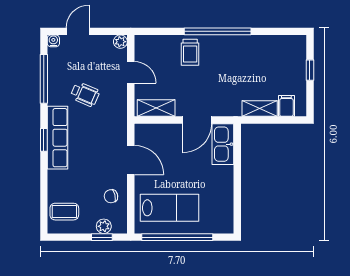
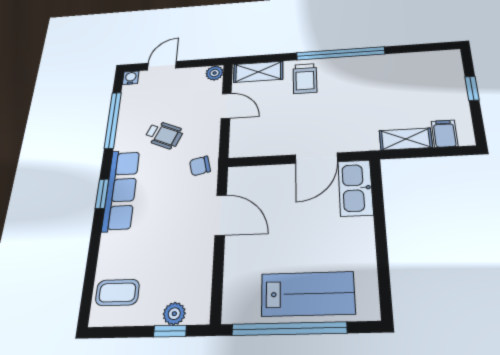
shelving: (156, 108) -> (258, 72), moved
chair: (111, 196) -> (200, 166), moved
lab bench: (169, 208) -> (308, 294), moved

